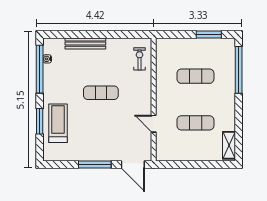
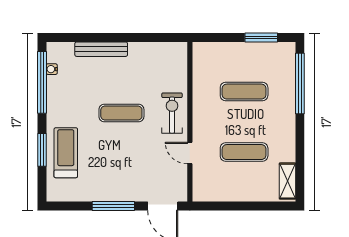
exercise bike: (139, 59) -> (172, 113), moved, width x1.38, depth x1.39

